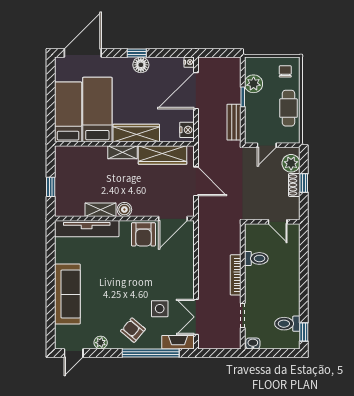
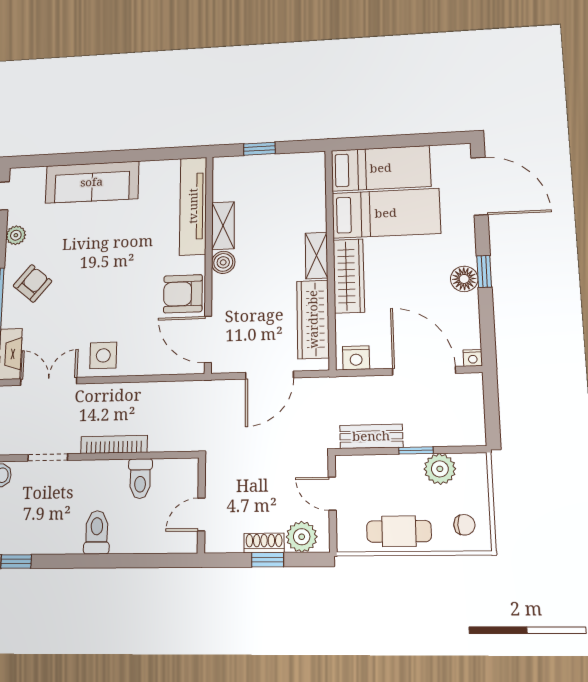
side table: (160, 309) -> (103, 355), moved
toilet: (287, 324) -> (97, 532), moved

